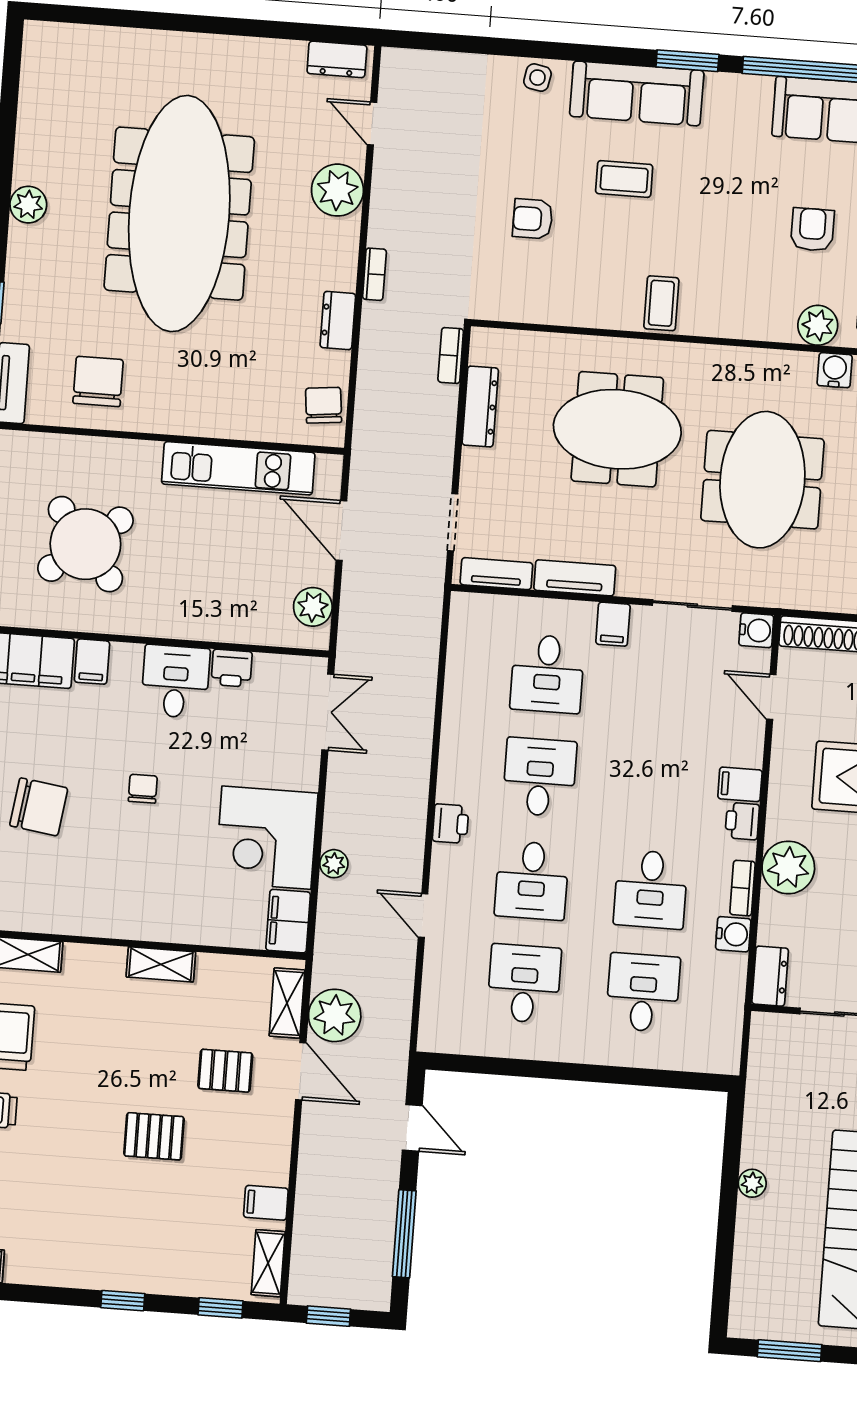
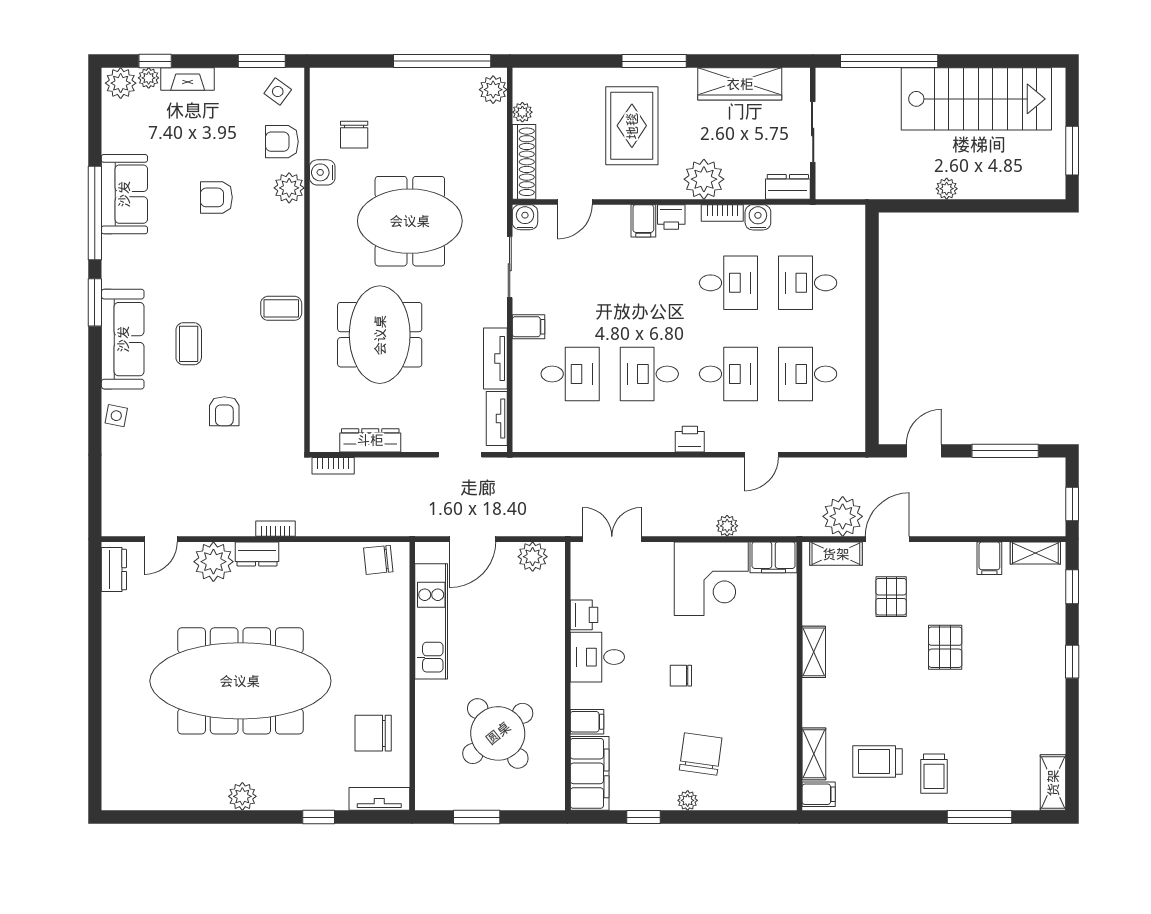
dresser: (338, 321) -> (257, 554), moved

